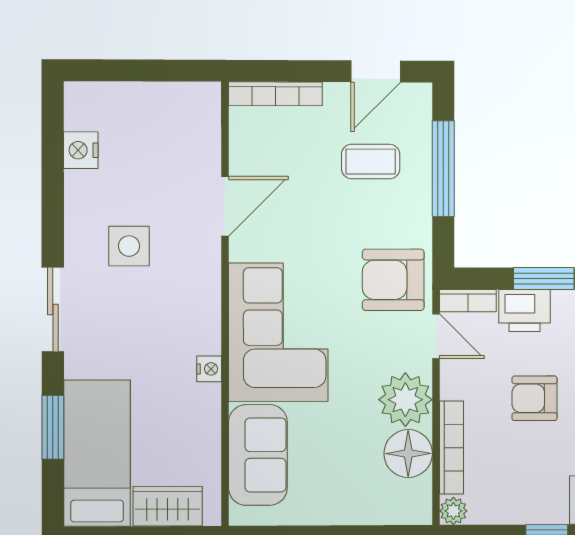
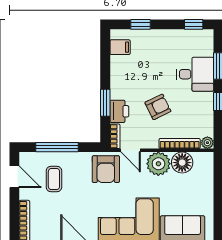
door: (436, 336) -> (131, 150), swing flipped
armchair: (535, 398) -> (158, 107), turned -116

